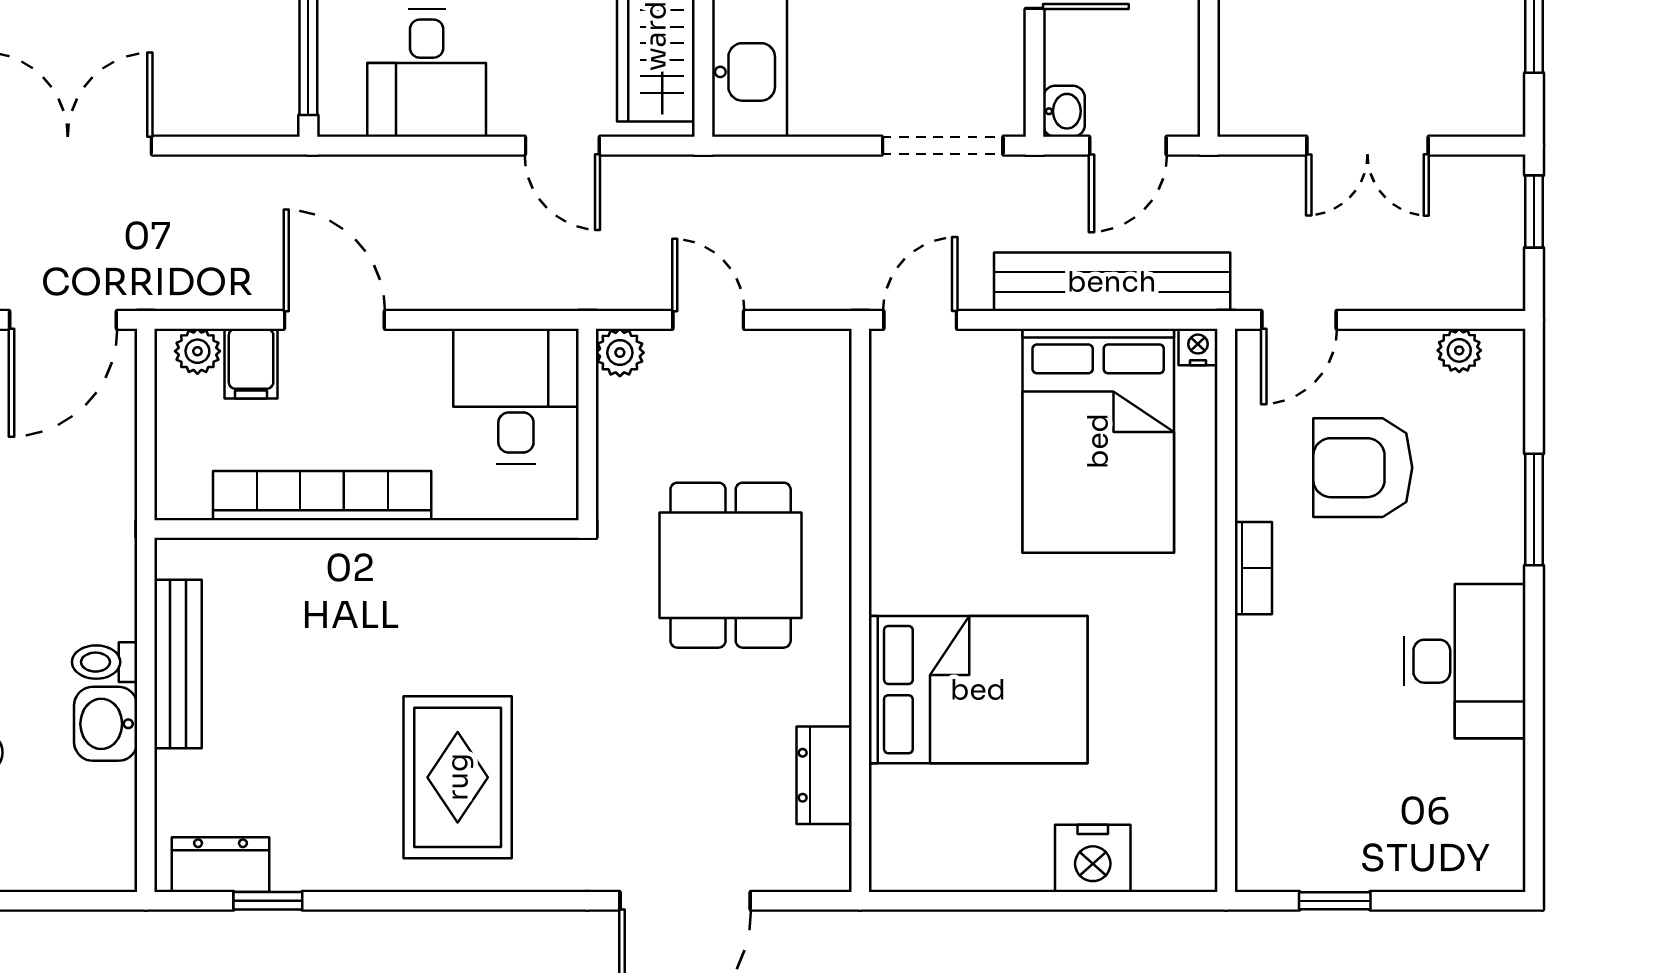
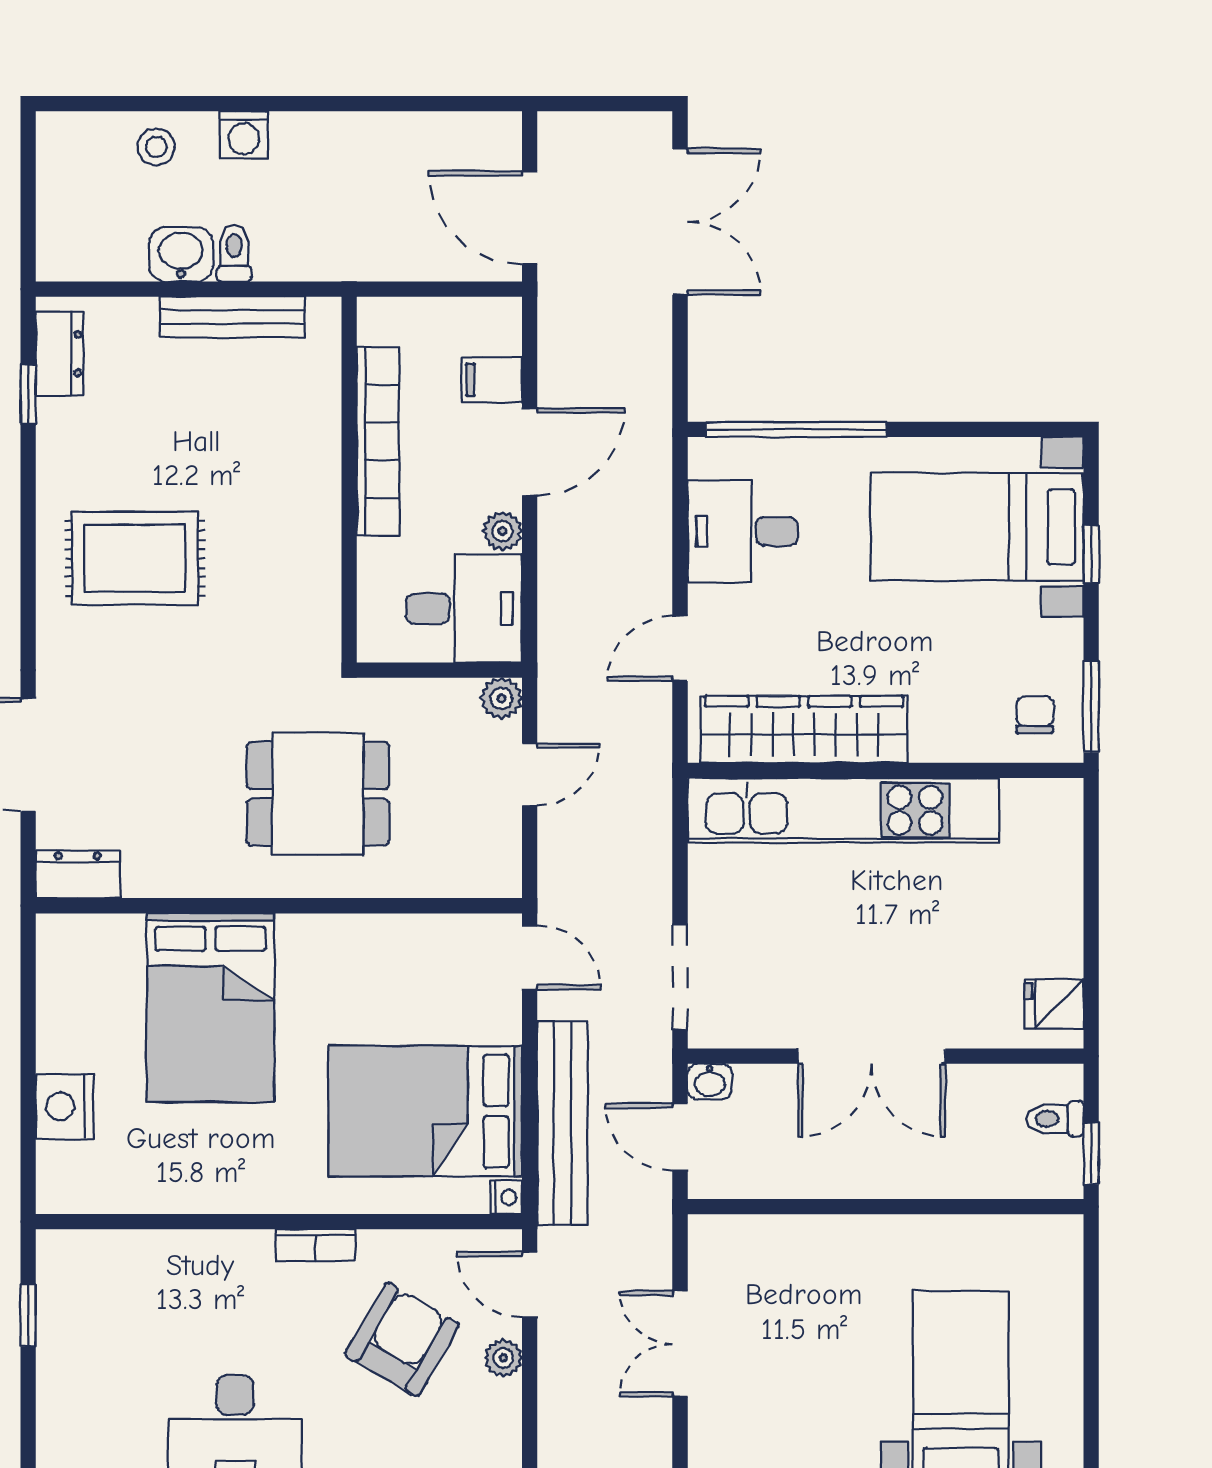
plant: (1459, 350) -> (503, 1358), moved
plant: (197, 351) -> (503, 531), moved
armchair: (1363, 468) -> (402, 1340), turned 30
dresser: (824, 775) -> (78, 875), moved

